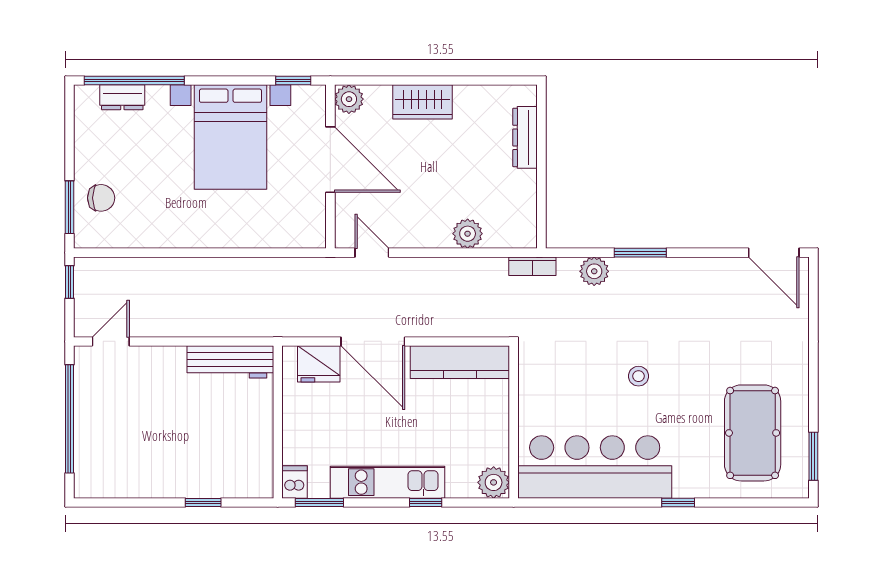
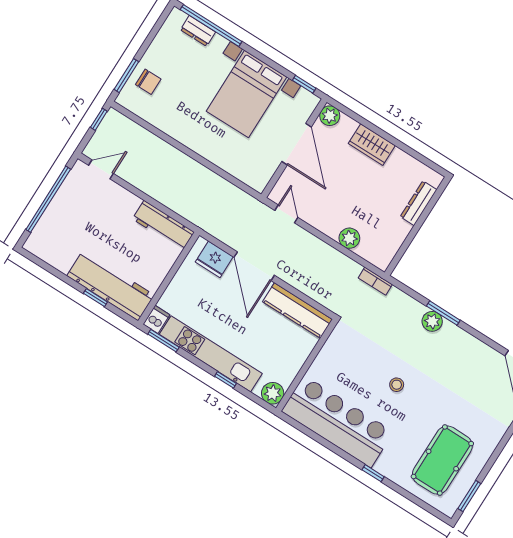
plant: (594, 271) -> (432, 321), moved
workbench: (212, 476) -> (111, 286), added
kitchen unit: (388, 482) -> (211, 354), width x1.36

